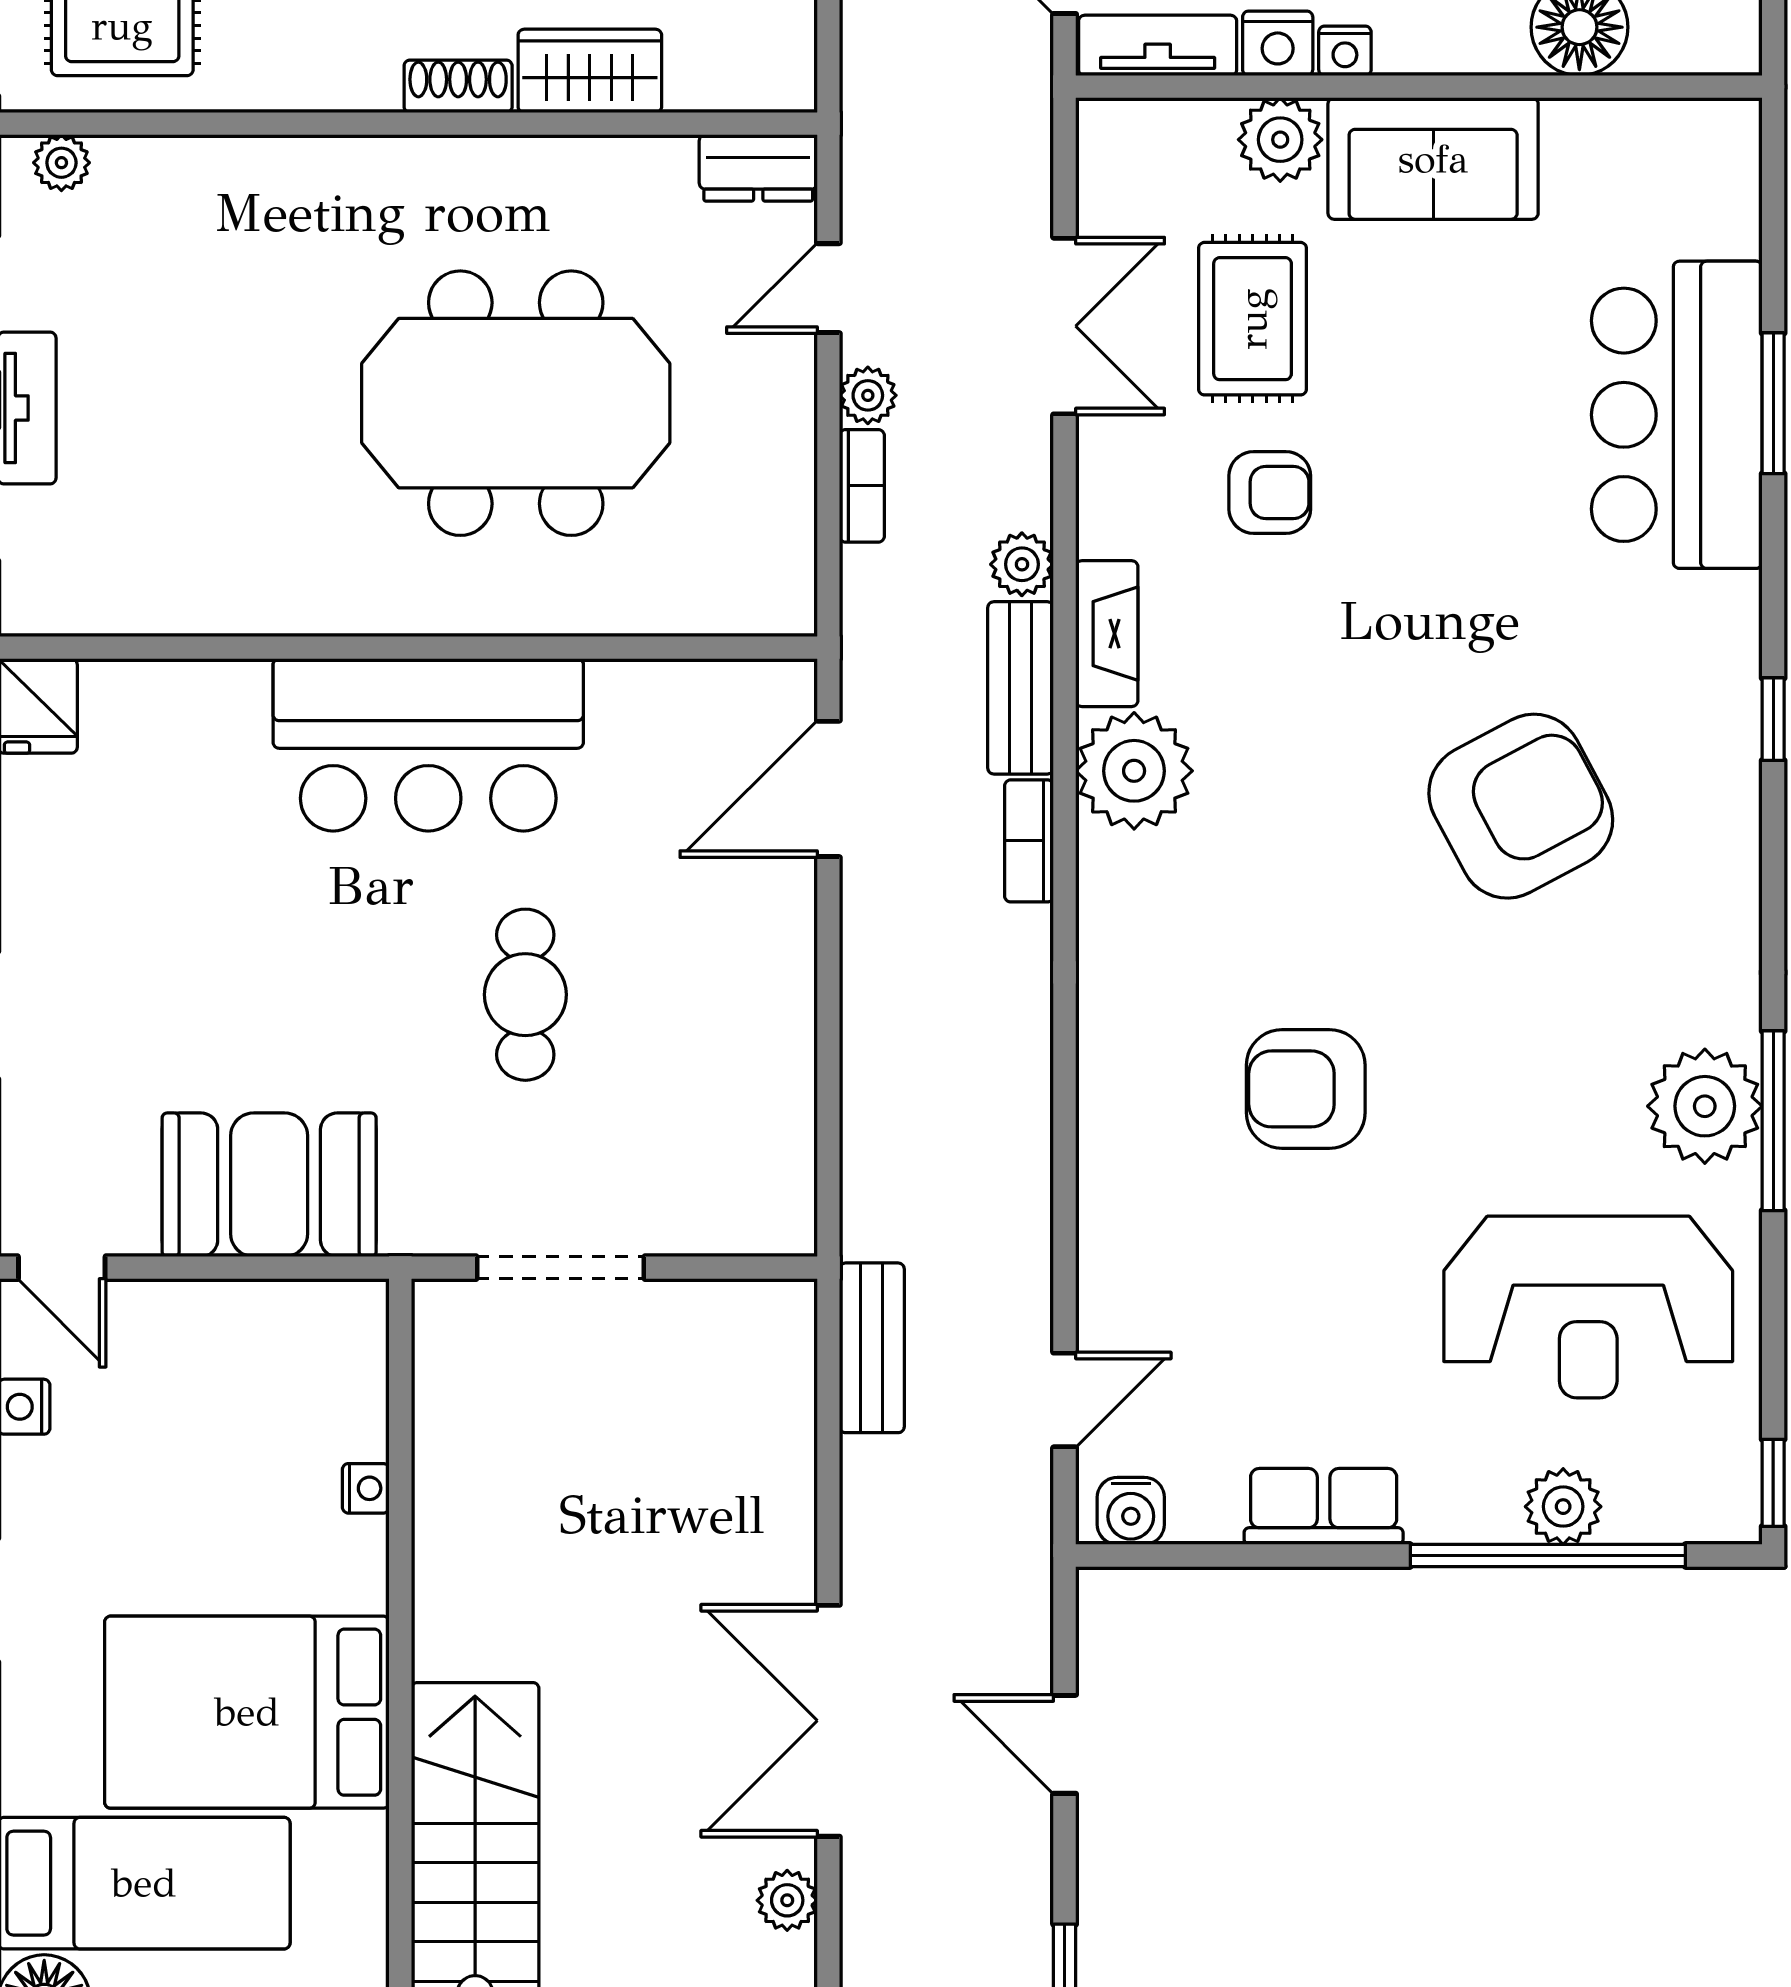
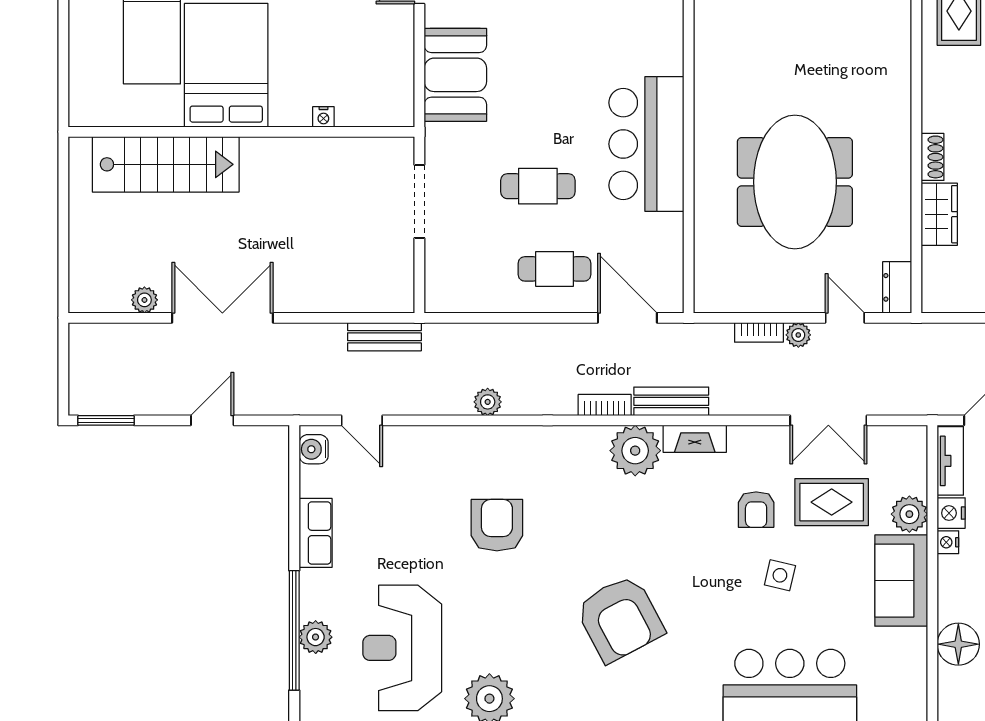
side table: (1421, 438) -> (780, 575), added
plant: (1022, 564) -> (488, 402), moved
cafe table: (716, 956) -> (555, 269), added

